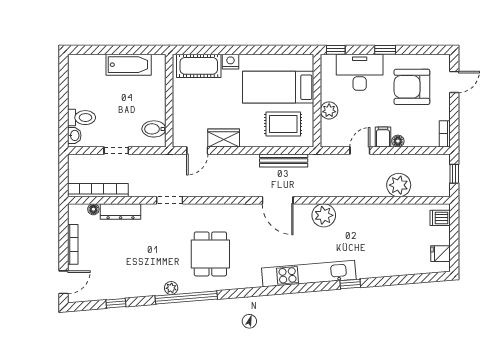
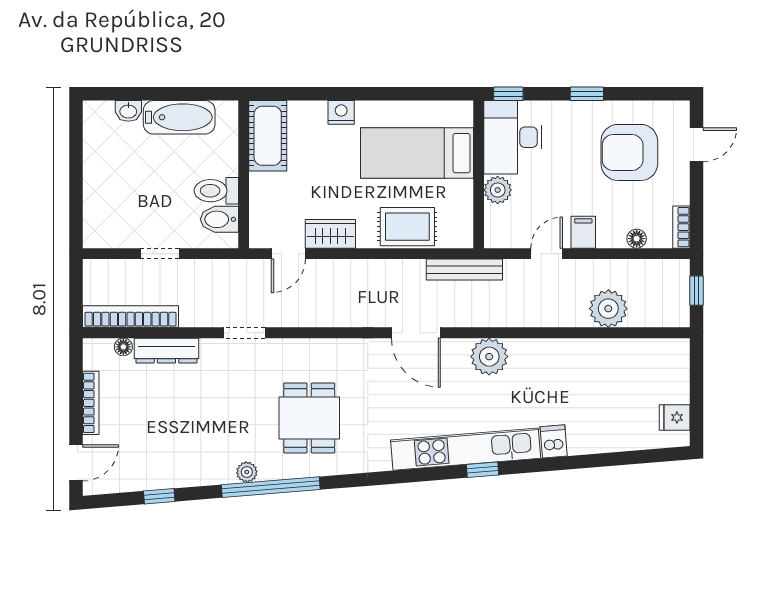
cot: (199, 66) -> (268, 136), moved, turned 90
desk: (360, 72) -> (513, 137), moved, turned -90
toilet: (82, 118) -> (216, 191), moved, turned 180
rug: (283, 124) -> (407, 227), moved
washbasin: (74, 135) -> (128, 111), moved, turned 90
floor lamp: (398, 141) -> (637, 239), moved
bench: (284, 160) -> (464, 269), moved
dishwasher: (440, 218) -> (554, 441), moved, turned 85
window: (350, 284) -> (482, 470), moved

